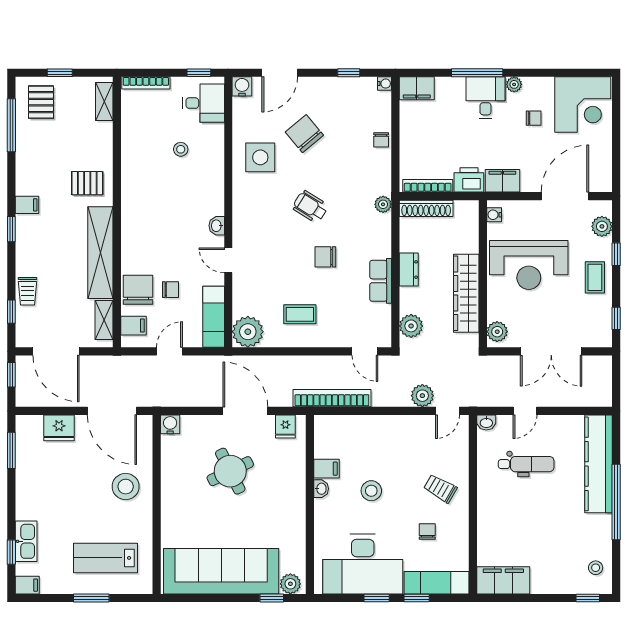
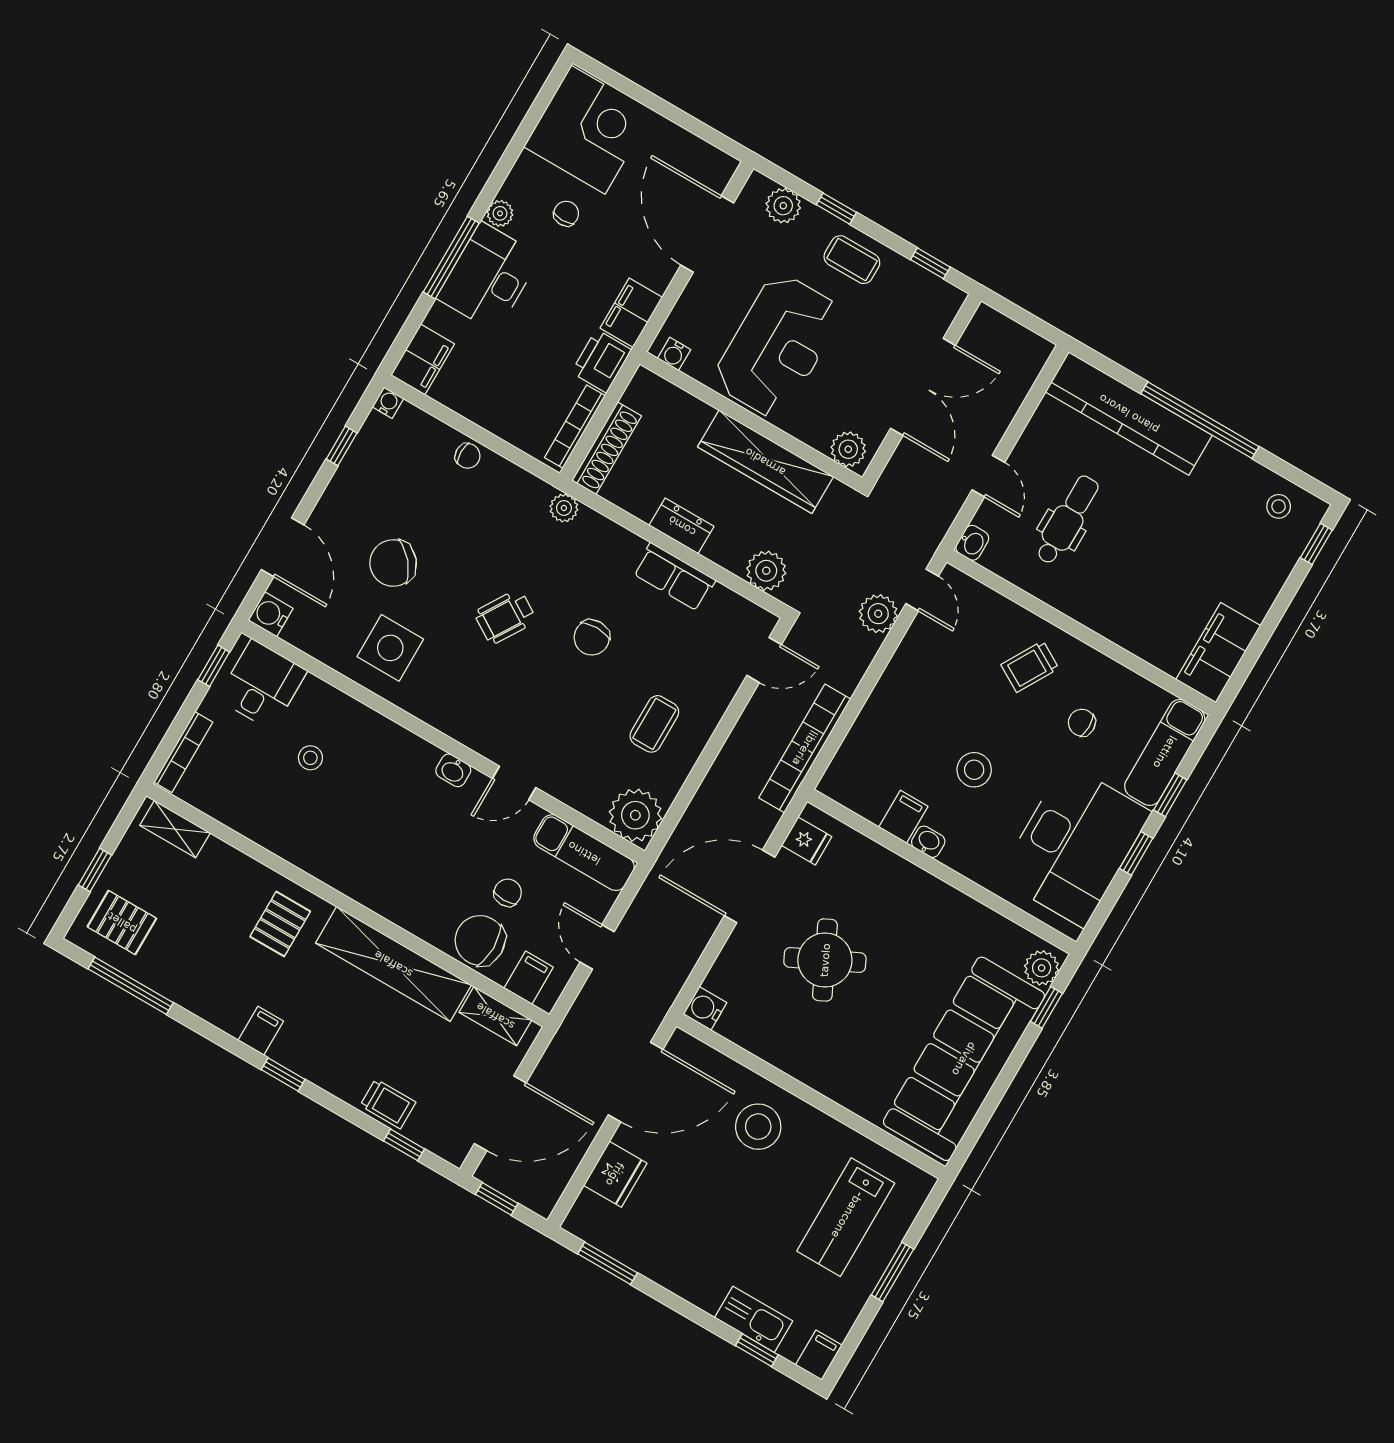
desk: (485, 98) -> (489, 277), width x1.37

